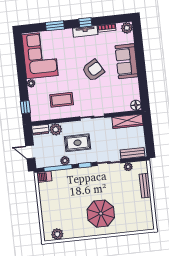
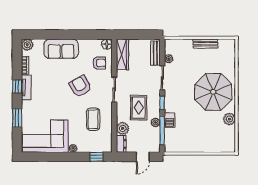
armchair: (93, 70) -> (80, 86), moved
armchair: (117, 100) -> (99, 63), added
barbecue: (44, 177) -> (170, 120), moved
bench: (145, 186) -> (205, 44), moved
parasol: (101, 214) -> (213, 92), width x1.36, depth x1.36
plant: (57, 234) -> (229, 119), moved

